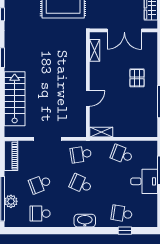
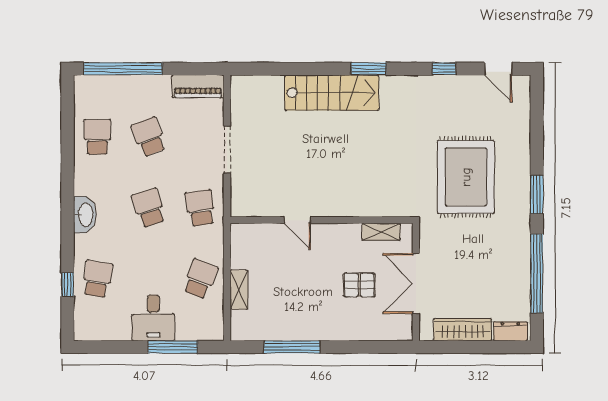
pallet: (137, 78) -> (359, 285), moved
stairs: (15, 99) -> (332, 93), moved
shelving: (101, 132) -> (239, 290), moved
school desk: (81, 184) -> (149, 208), turned -42
plant: (11, 201) -> (119, 86), removed

